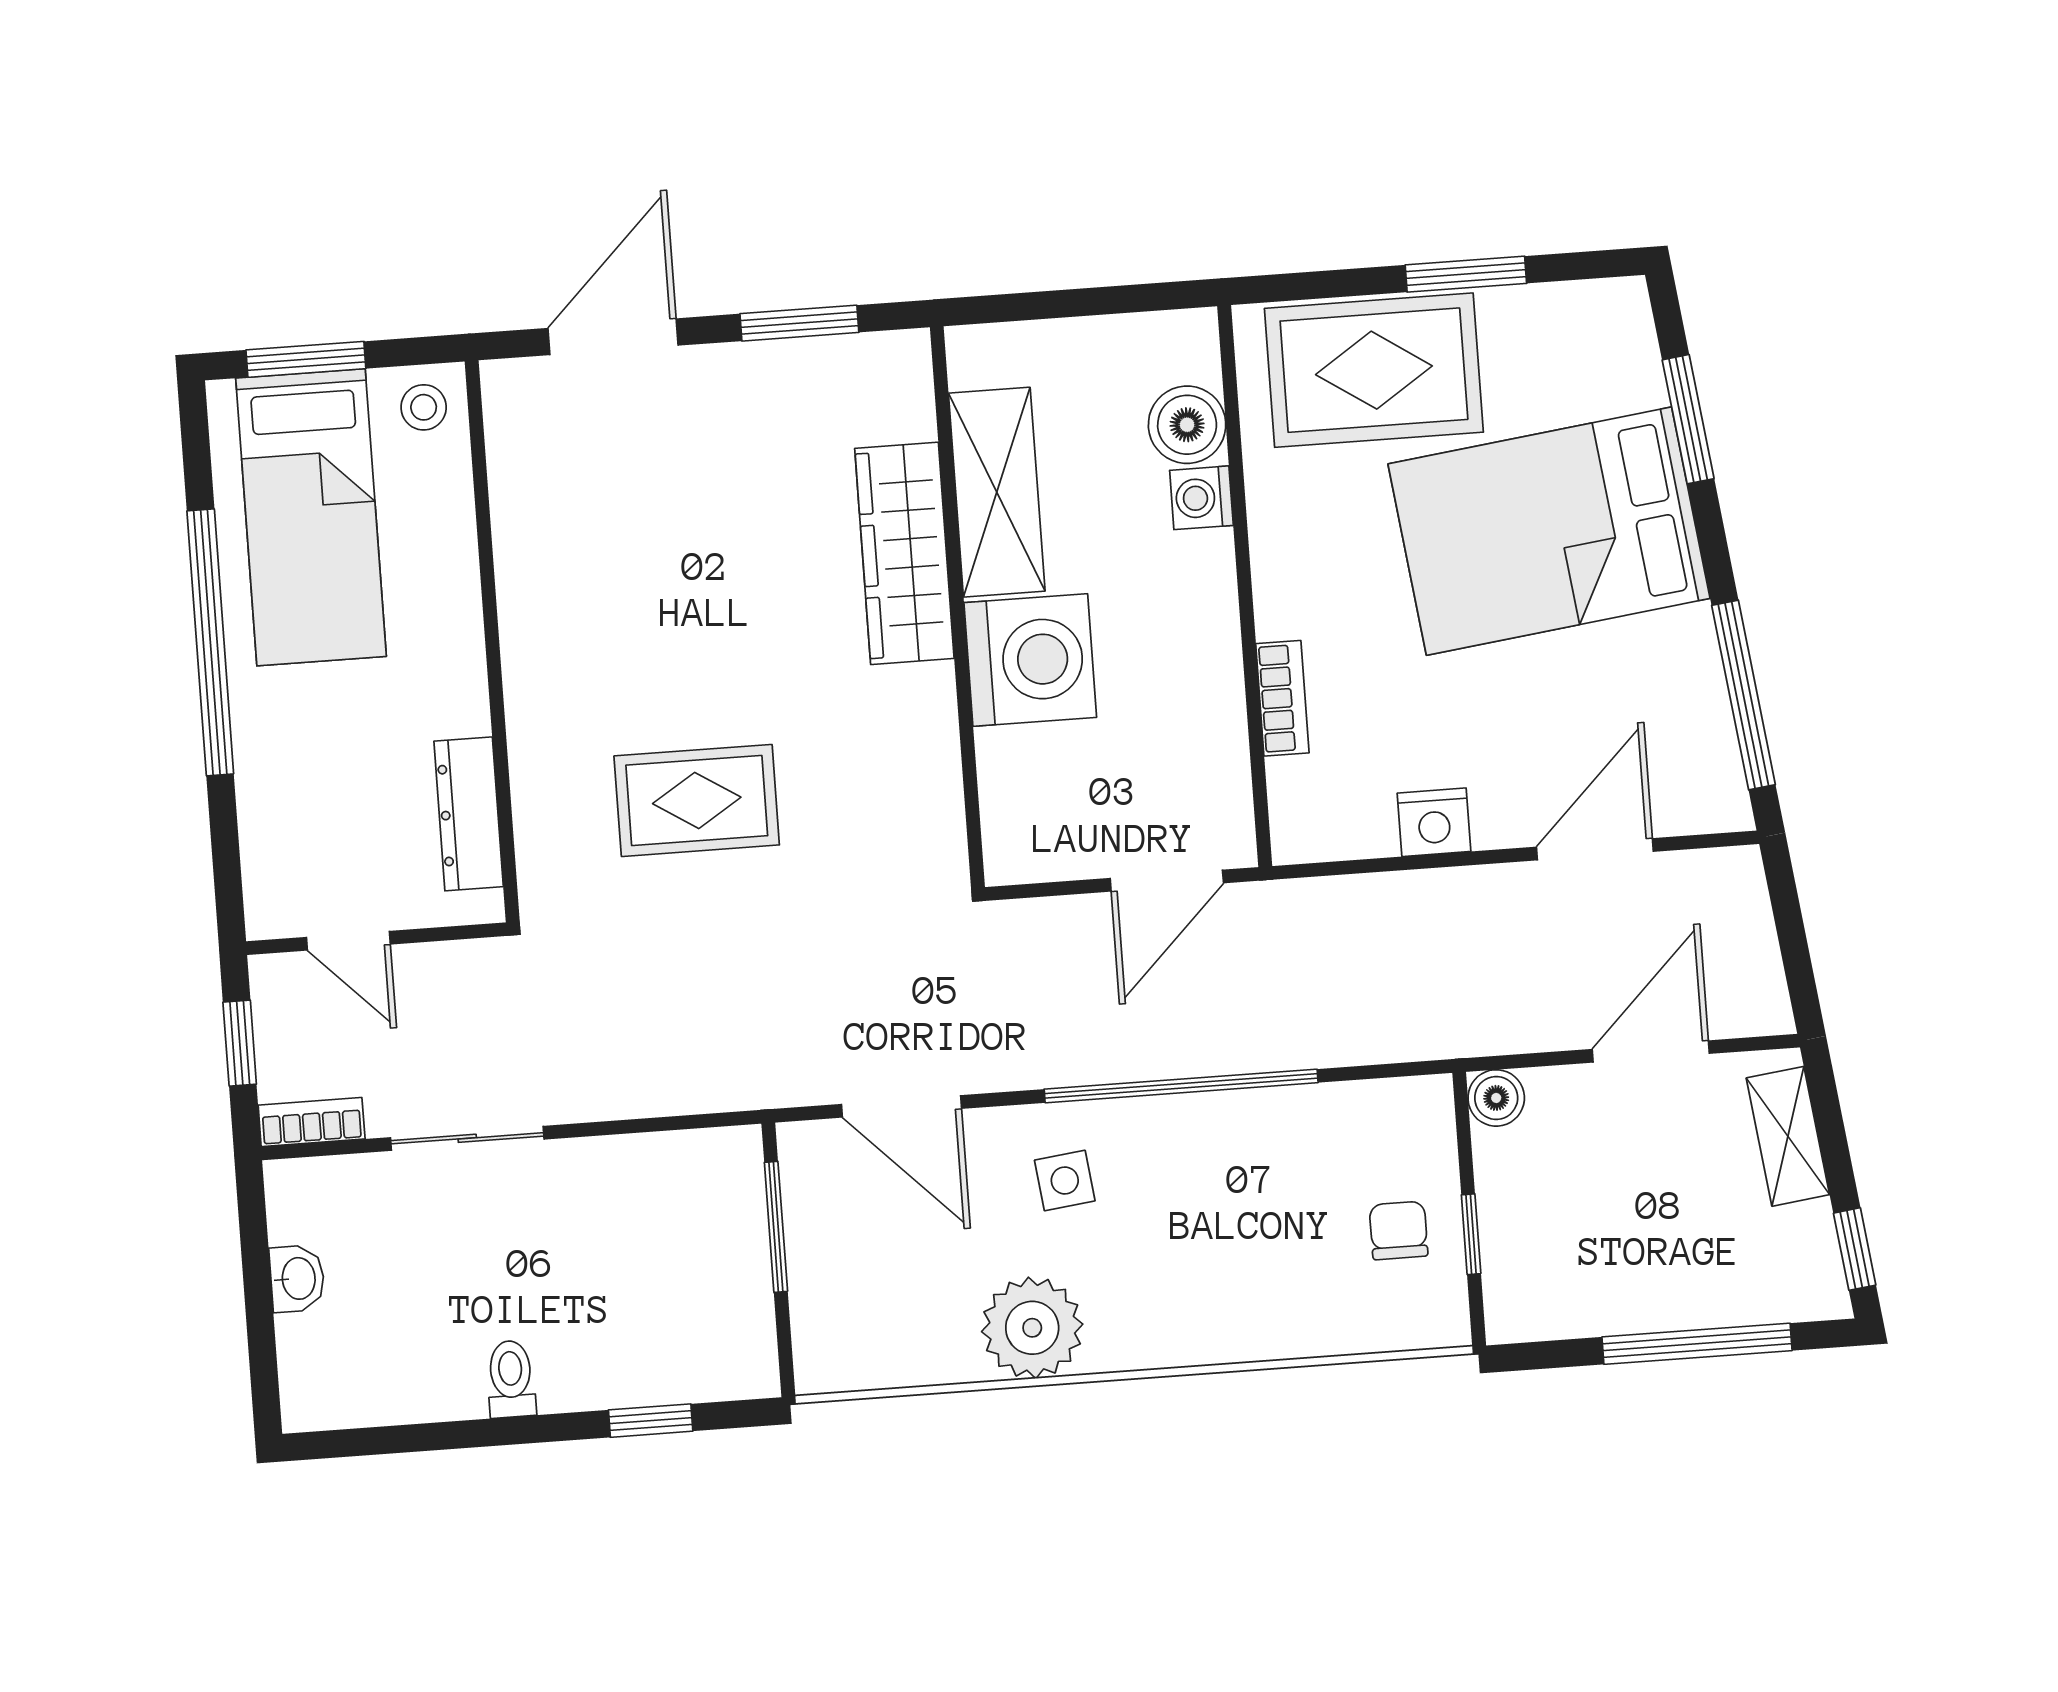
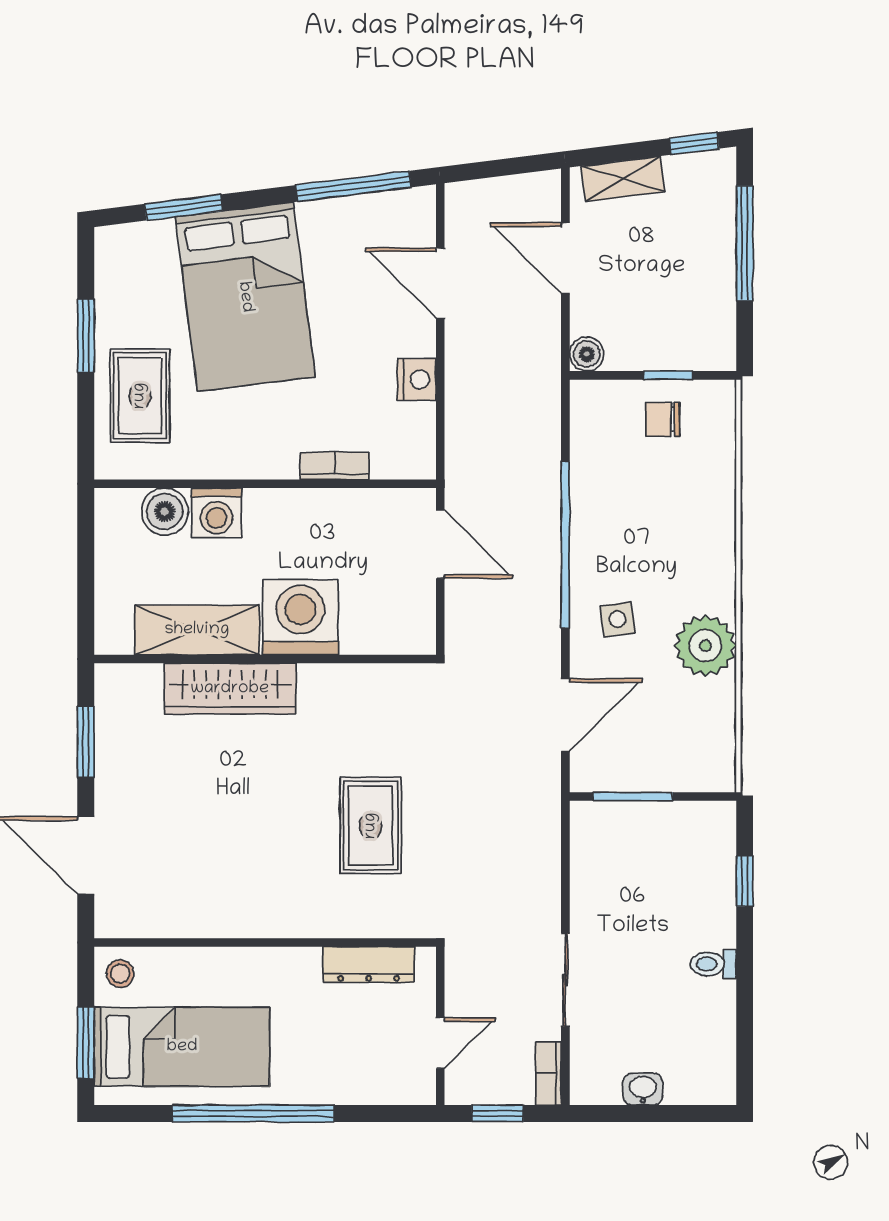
rug: (1374, 370) -> (140, 396), width x0.73, depth x0.70
washing machine: (1201, 498) -> (217, 513), width x1.38, depth x1.38

